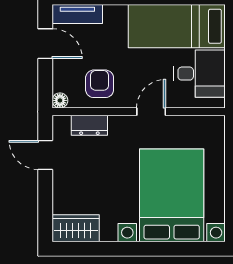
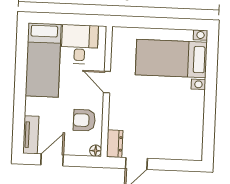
dresser: (89, 125) -> (115, 144), moved
bed with nightstands: (172, 195) -> (171, 58), width x0.73
wardrobe: (76, 228) -> (193, 143), removed

